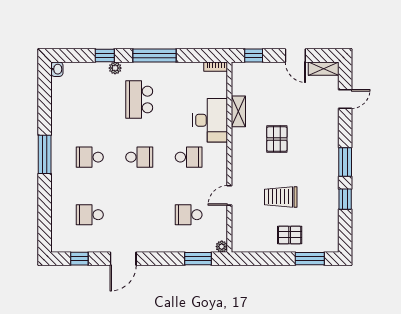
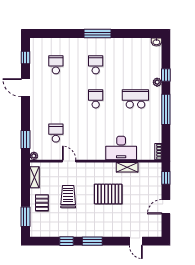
shelving: (324, 69) -> (34, 177), moved
pallet: (277, 139) -> (108, 194), width x1.50, depth x1.42
school desk: (139, 157) -> (96, 99), turned 180
school desk: (189, 157) -> (96, 133), removed

